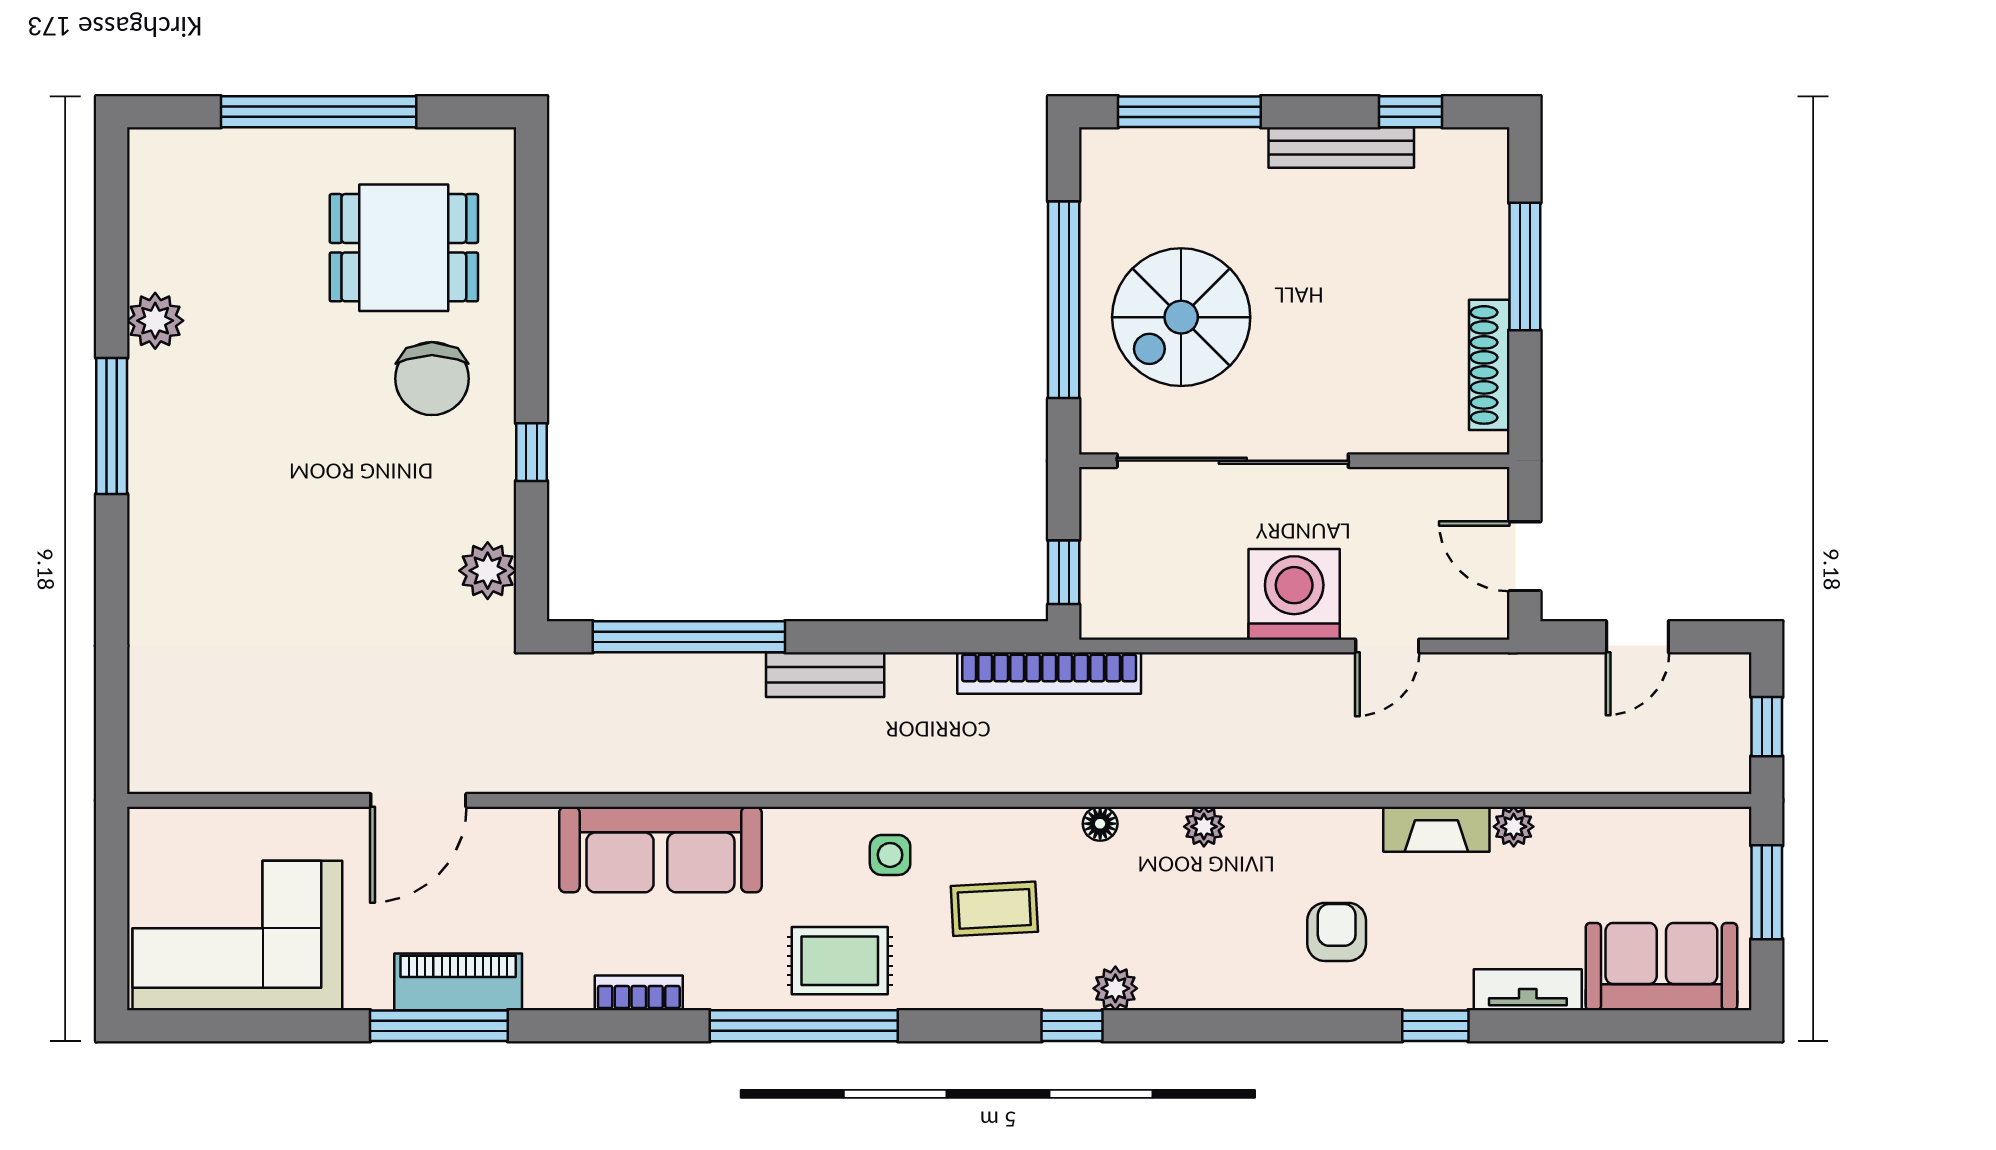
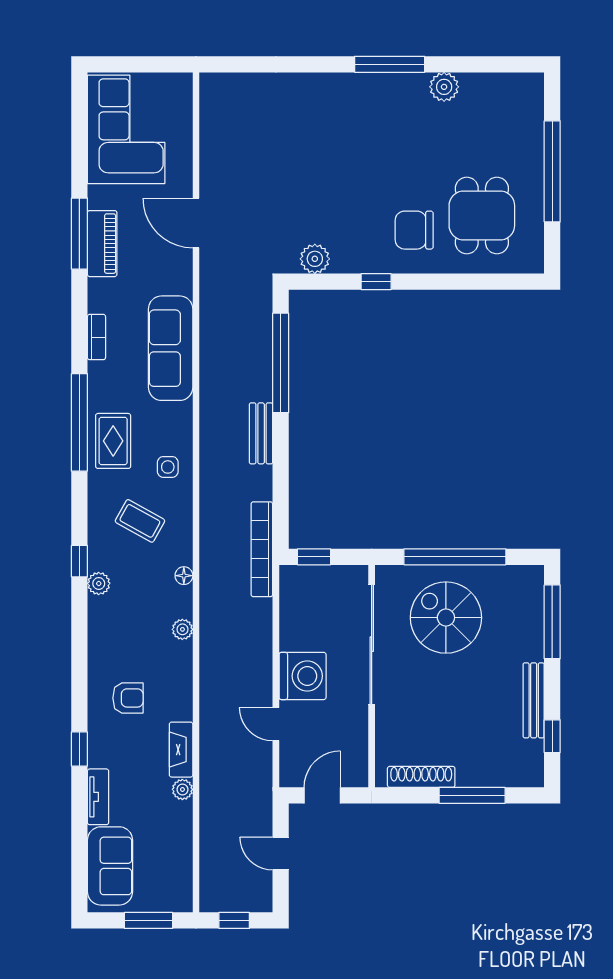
coffee table: (994, 909) -> (140, 521), turned -58

